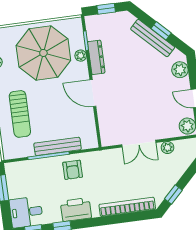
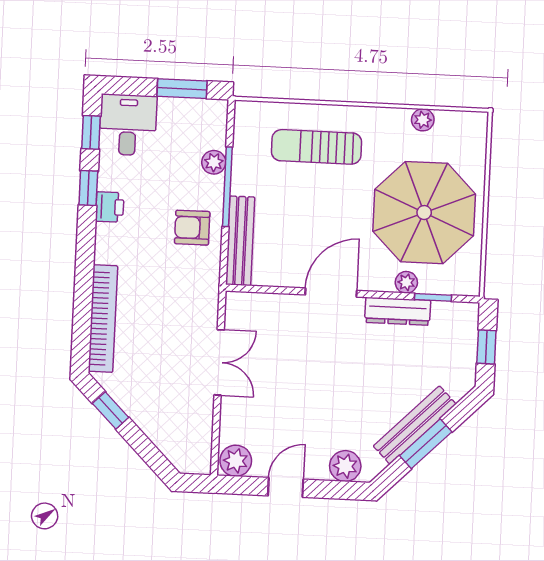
window: (161, 31) -> (426, 444), width x1.50
double door: (139, 144) -> (219, 362), swing flipped
bench: (58, 146) -> (240, 241), moved
plant: (167, 147) -> (214, 162), moved
printer: (76, 210) -> (110, 207), width x0.53, depth x0.68

